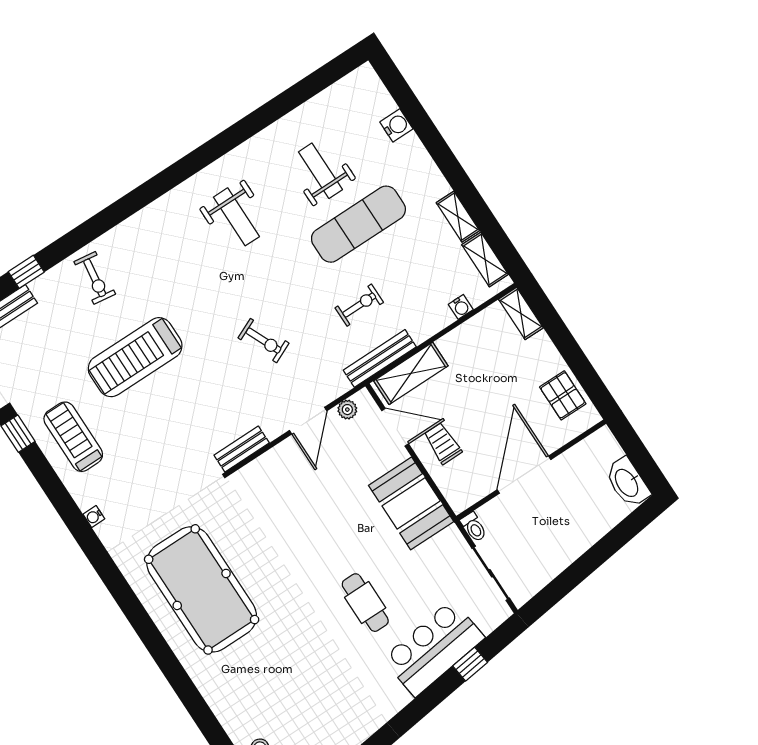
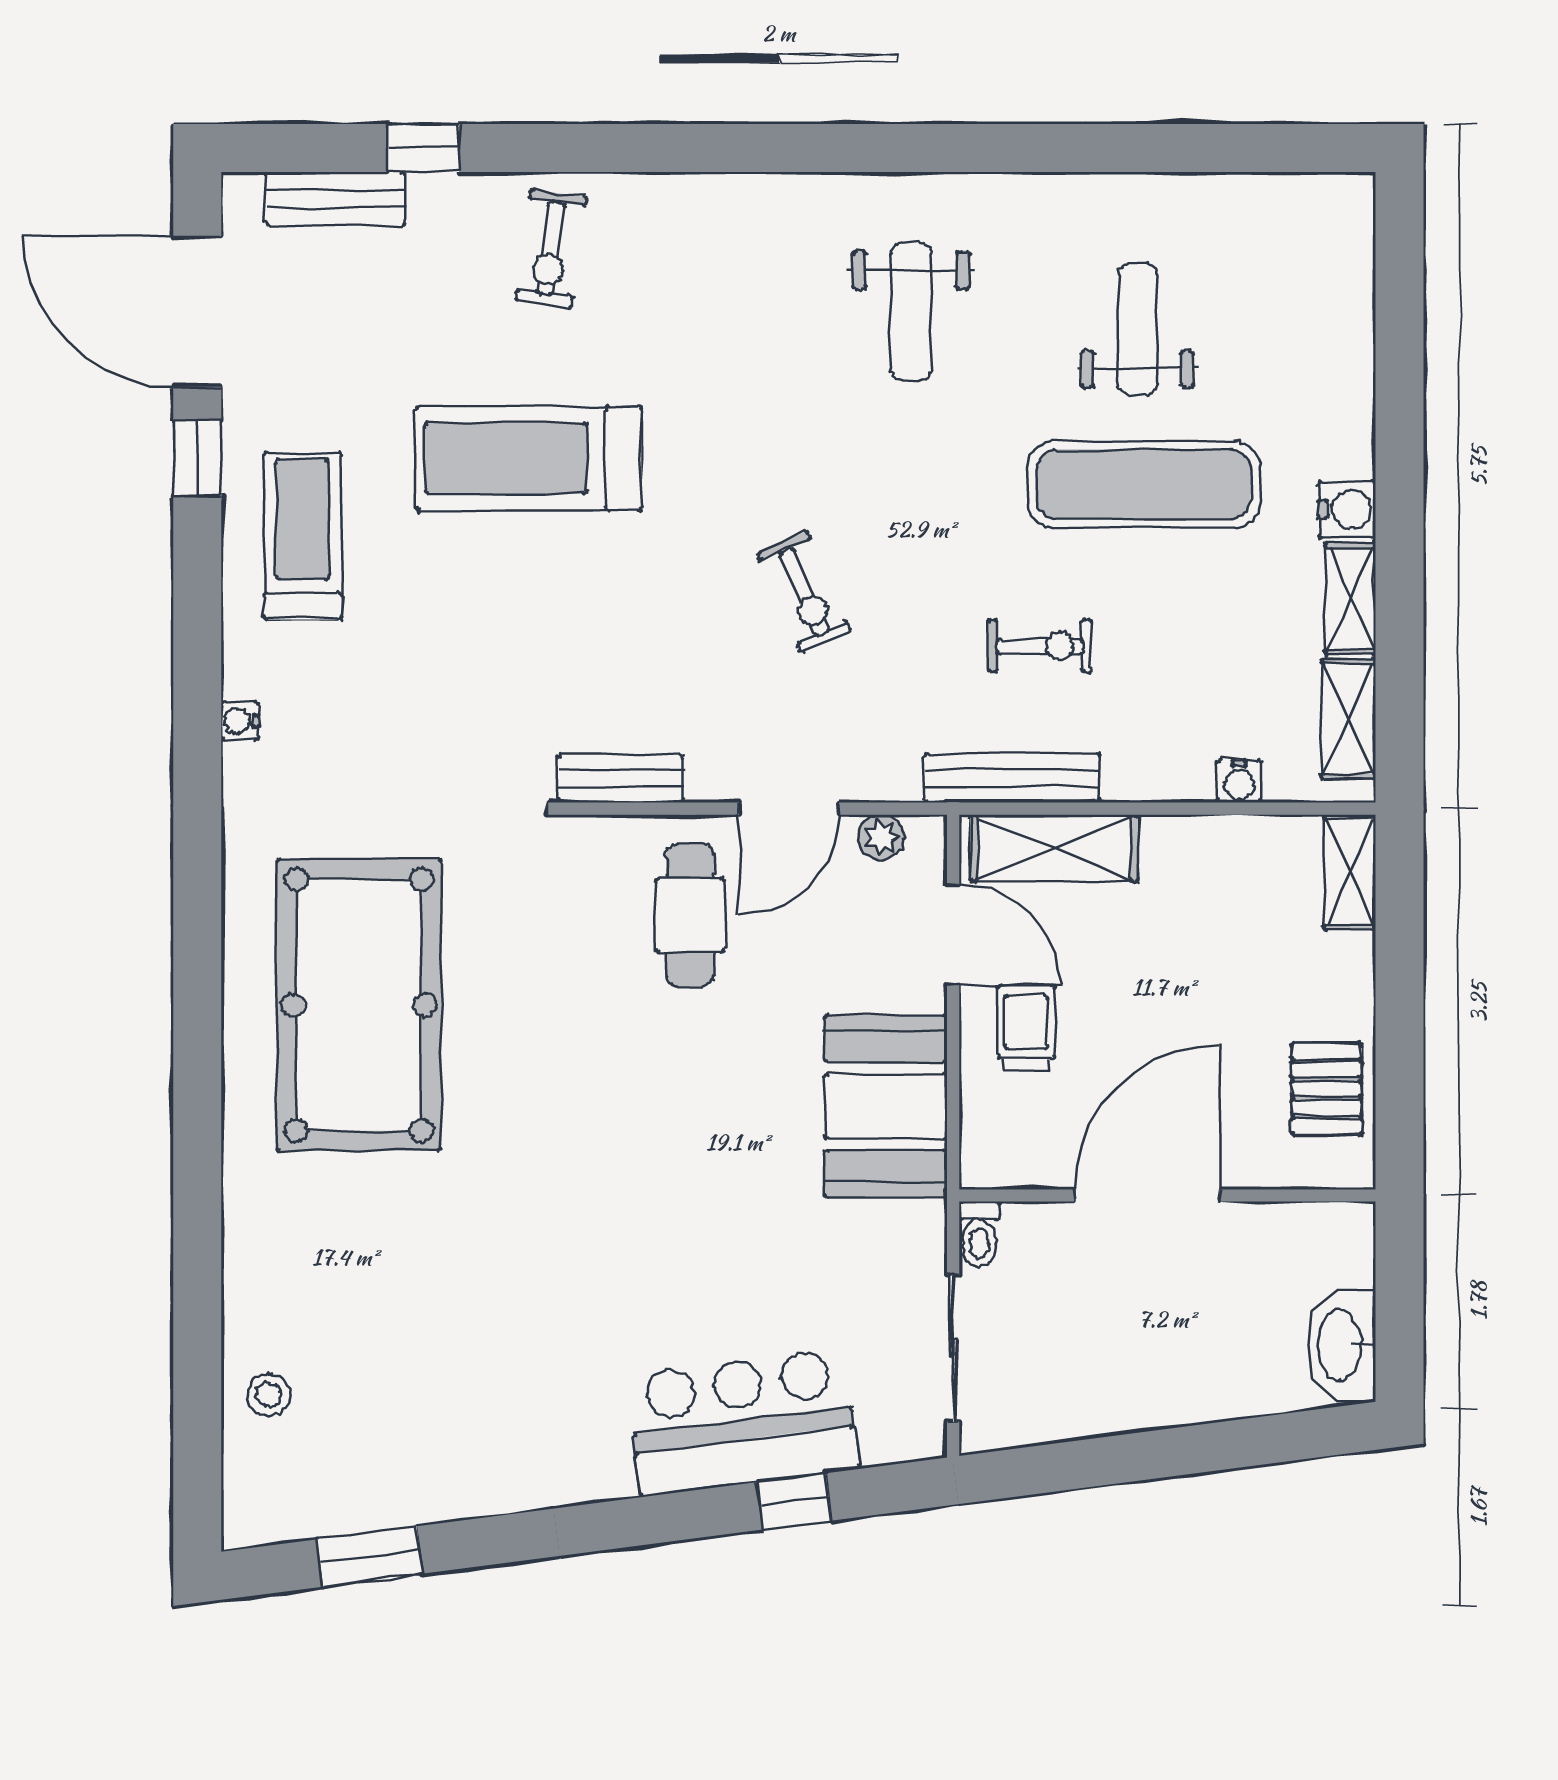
water cooler: (396, 125) -> (1347, 509), moved
cafe table: (365, 603) -> (690, 915), moved

